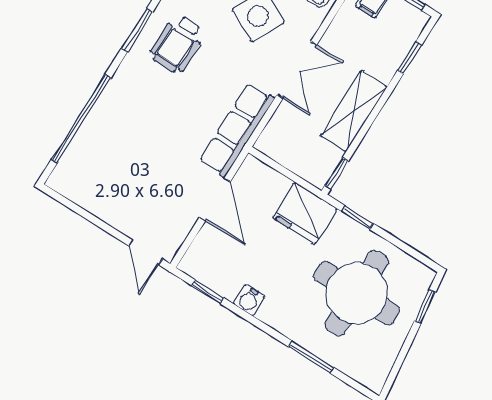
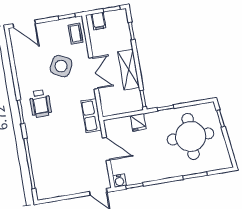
row of seats: (237, 130) -> (91, 116), width x0.68
fridge: (305, 213) -> (138, 122), width x0.53, depth x0.75
water cooler: (249, 300) -> (119, 181), moved

